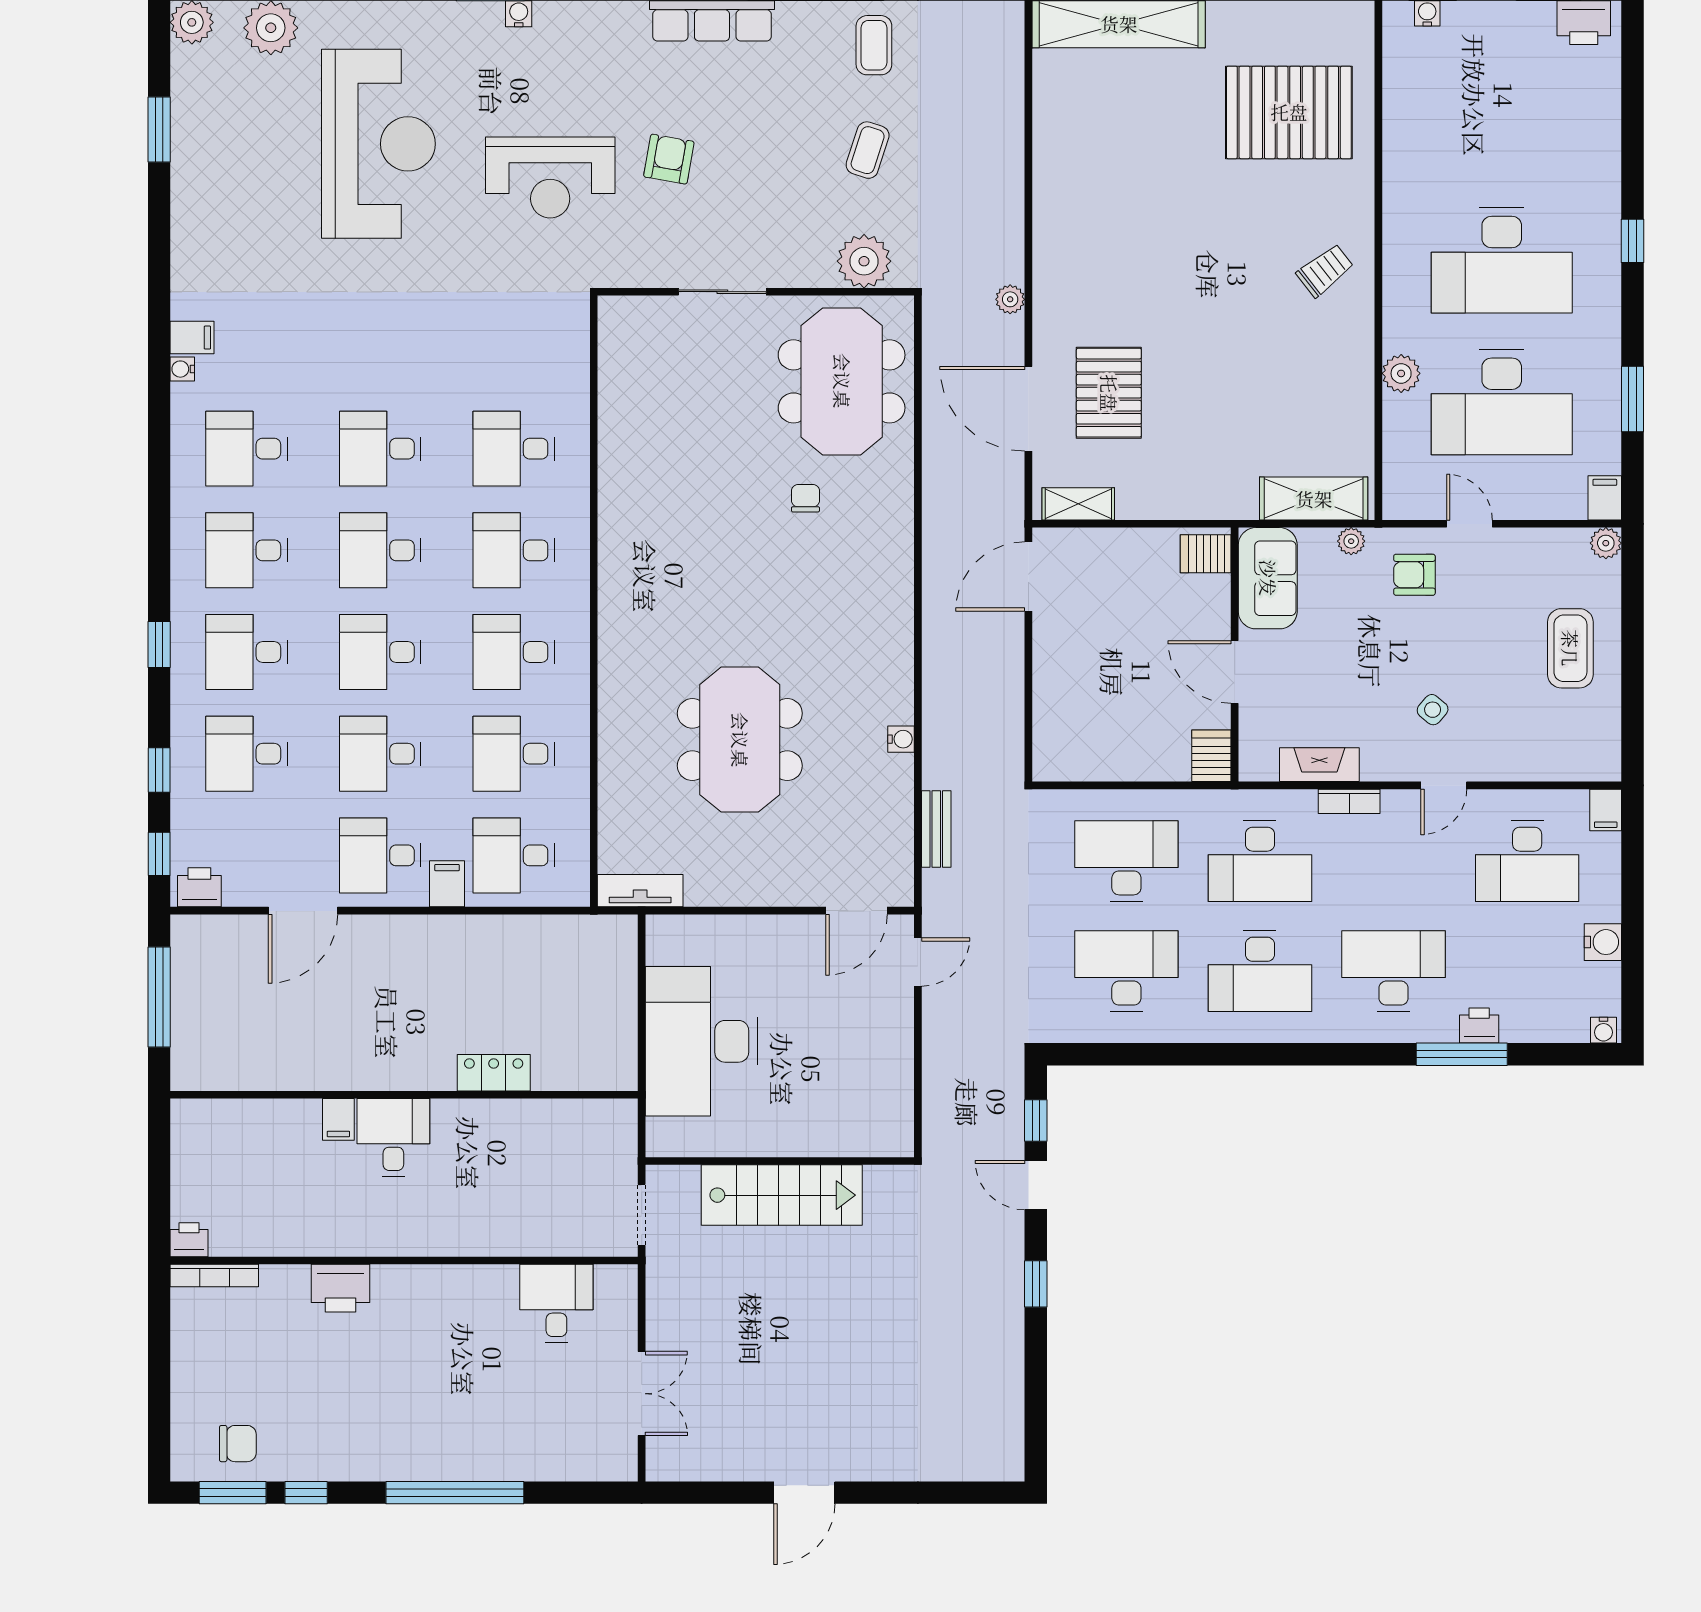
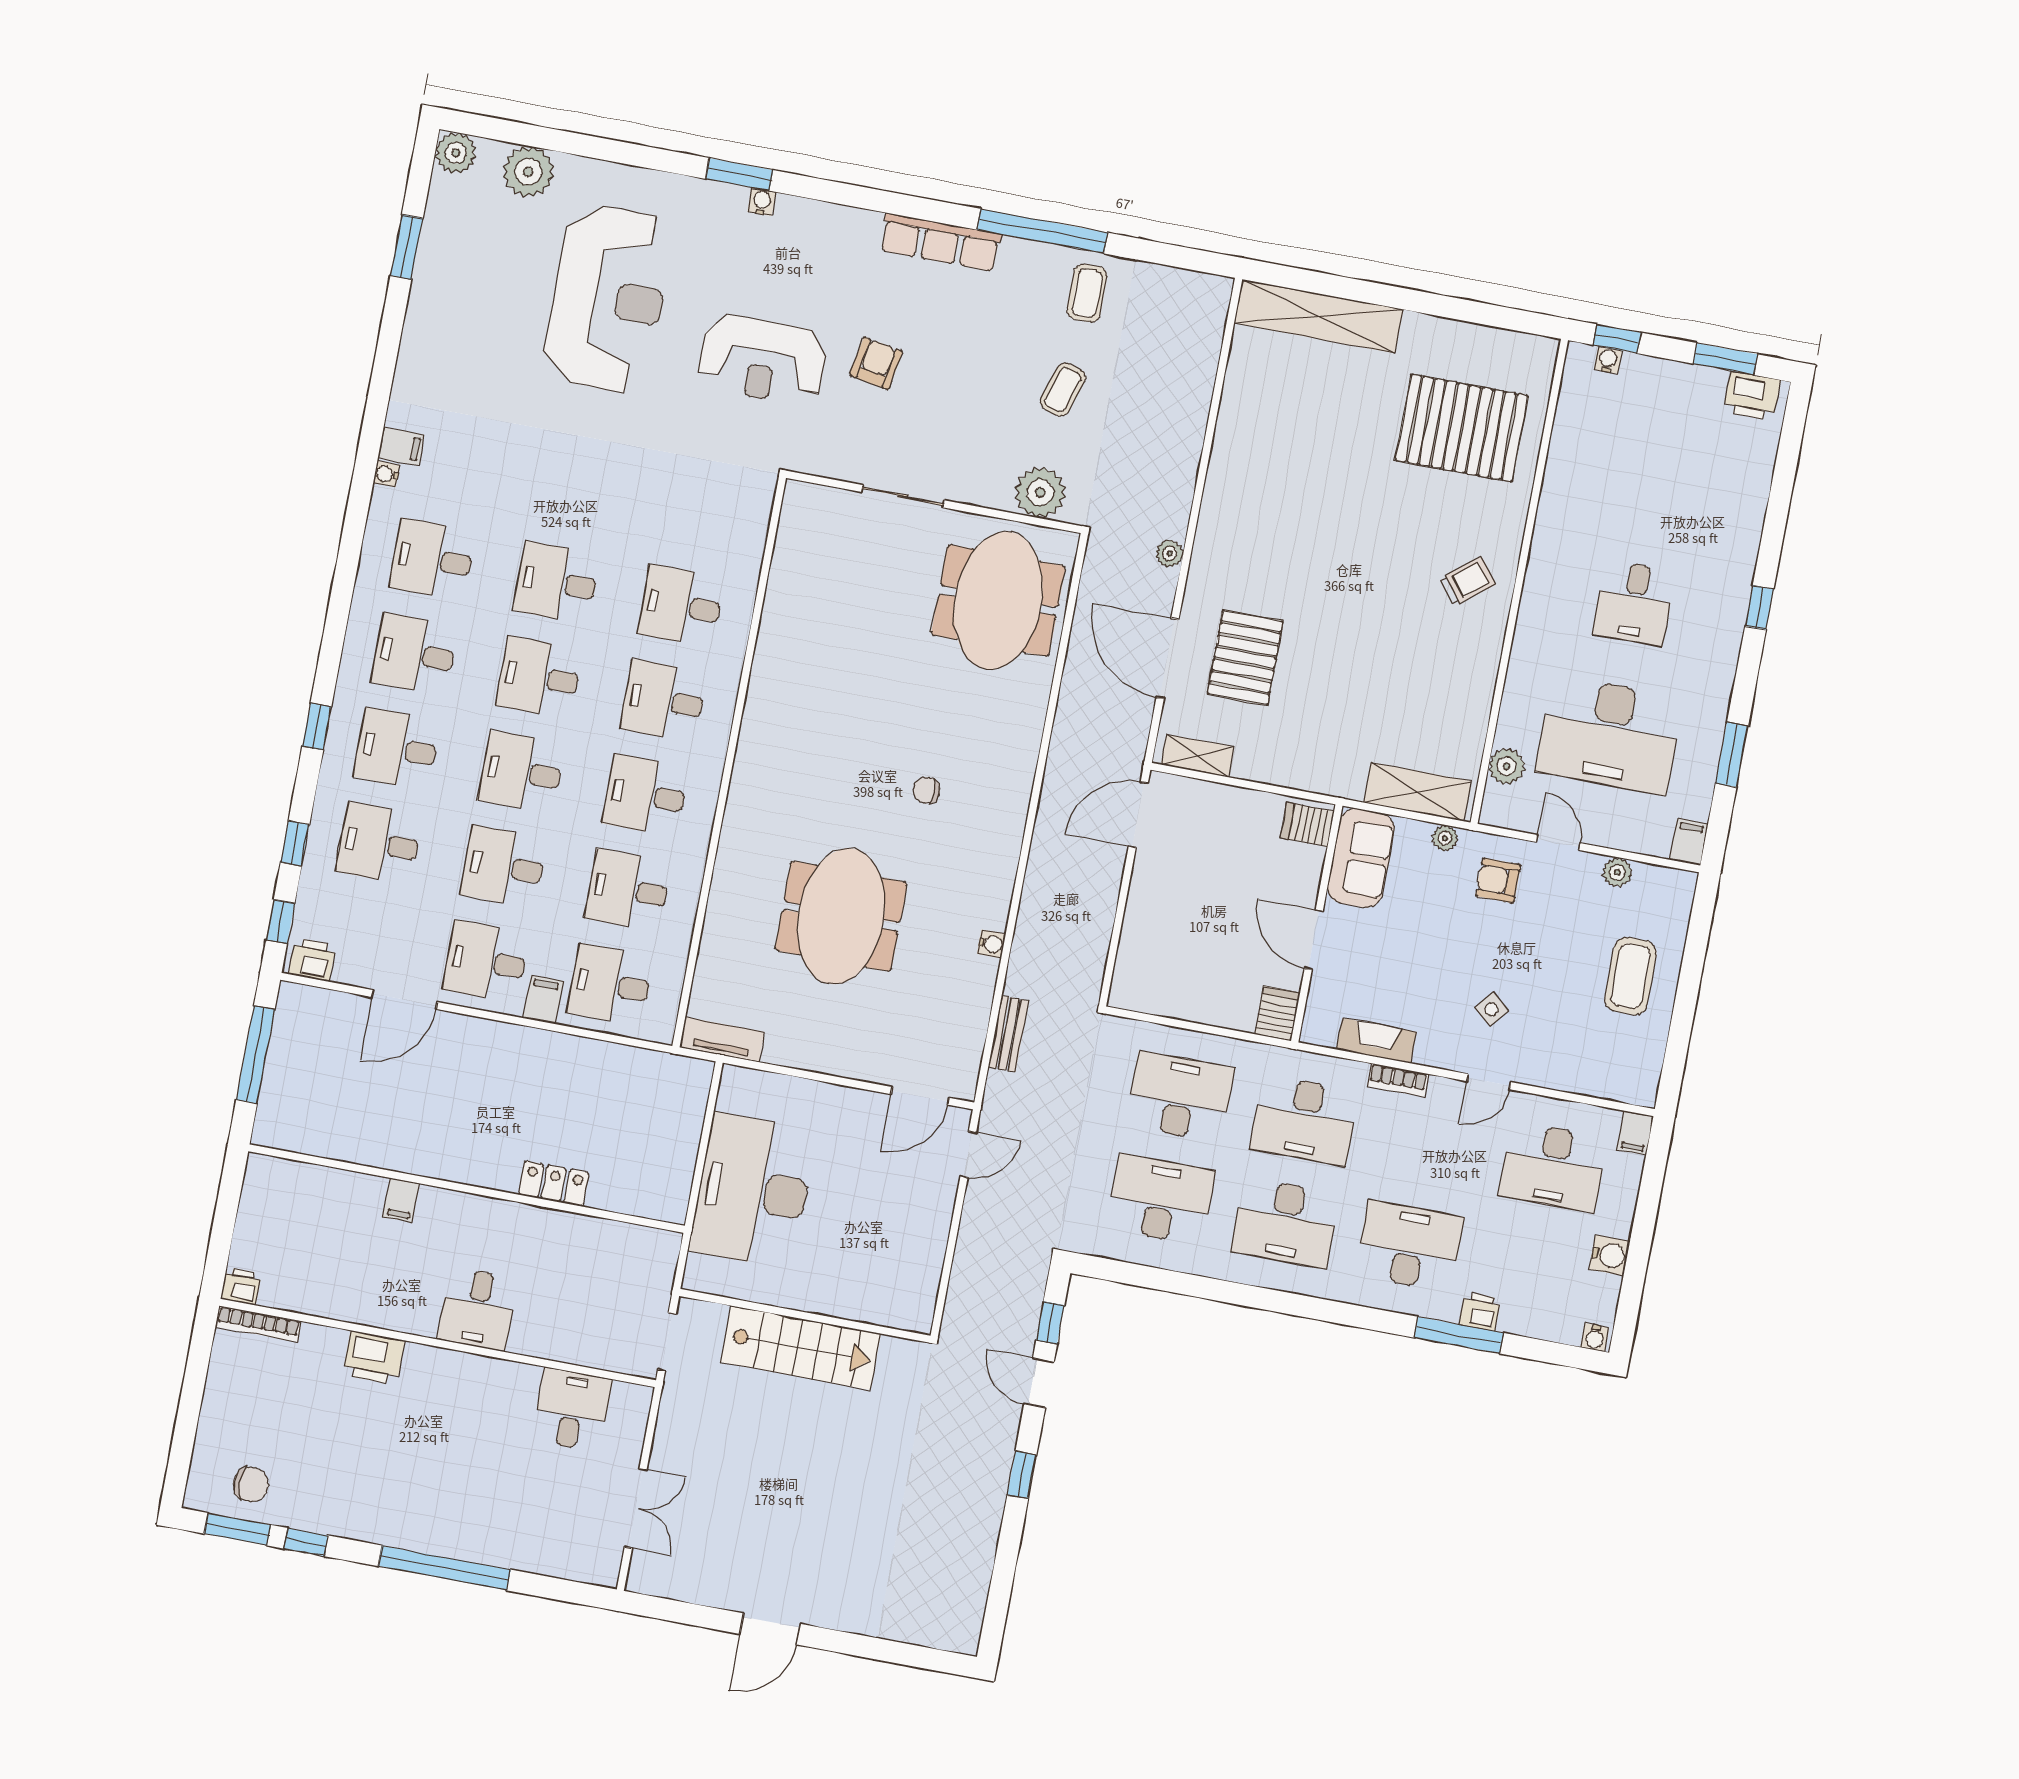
desk: (1502, 260) -> (1634, 603), width x0.53, depth x0.77
plant: (1401, 373) -> (1507, 766), moved
chair: (805, 498) -> (927, 790), moved, turned -90
plant: (1606, 543) -> (1617, 872), moved
desk: (393, 1138) -> (478, 1309), moved, turned 180

